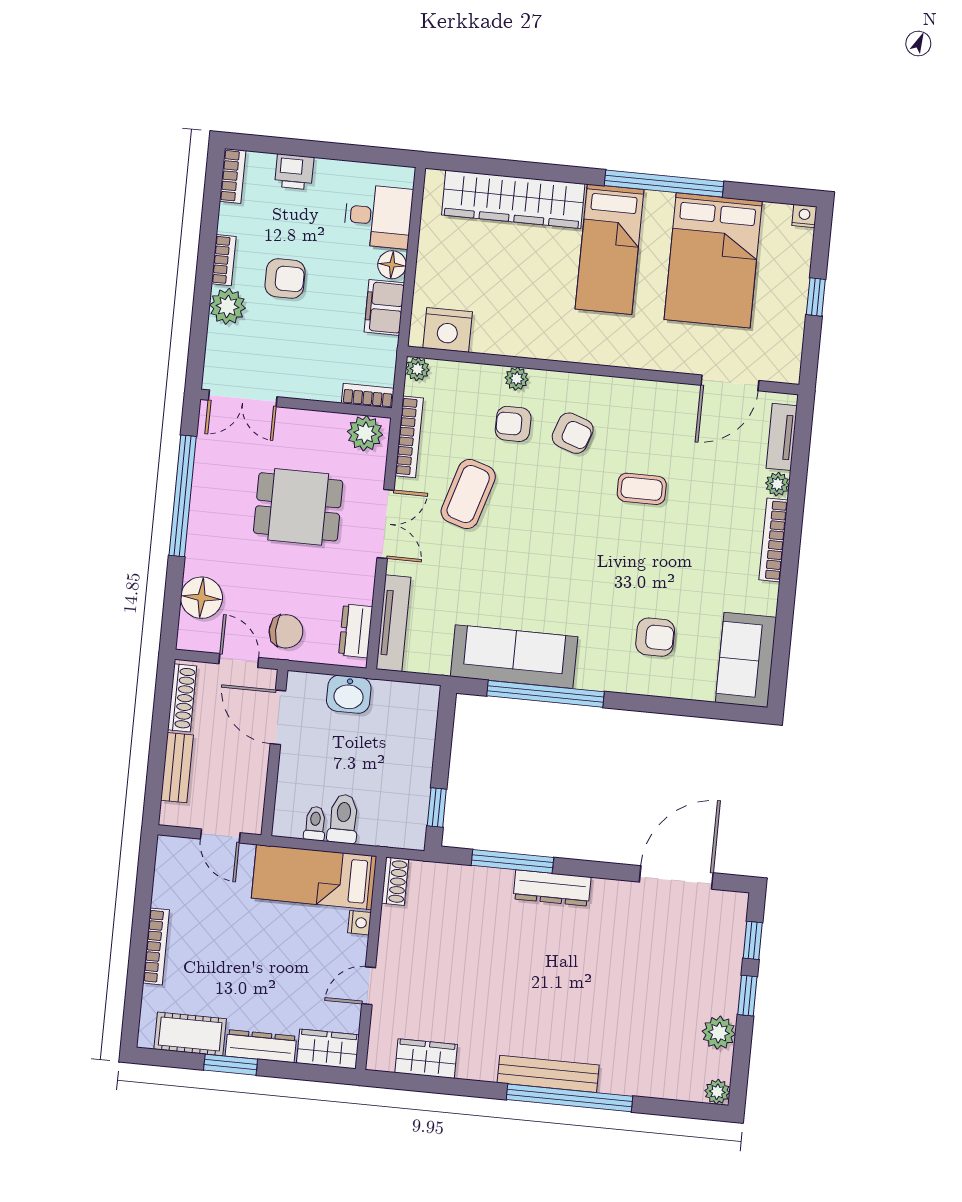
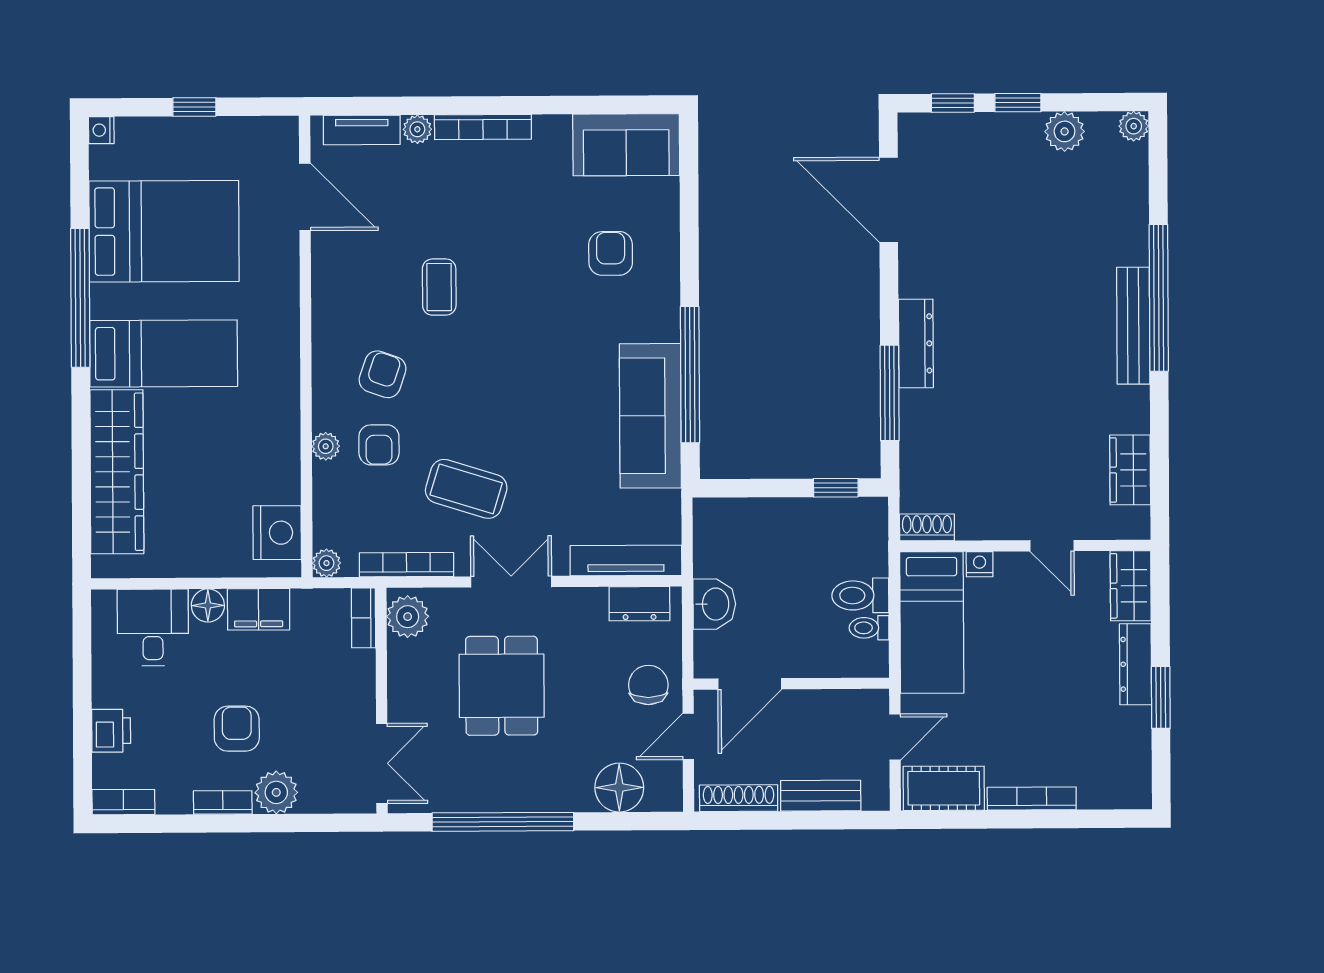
cot: (190, 1034) -> (944, 788), moved, turned 90

